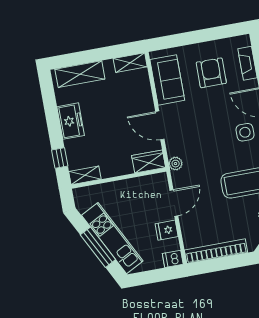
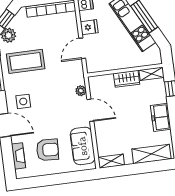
armchair: (211, 73) -> (48, 150), turned -87
wardrobe: (149, 162) -> (127, 79), moved
plant: (176, 164) -> (81, 91), moved

